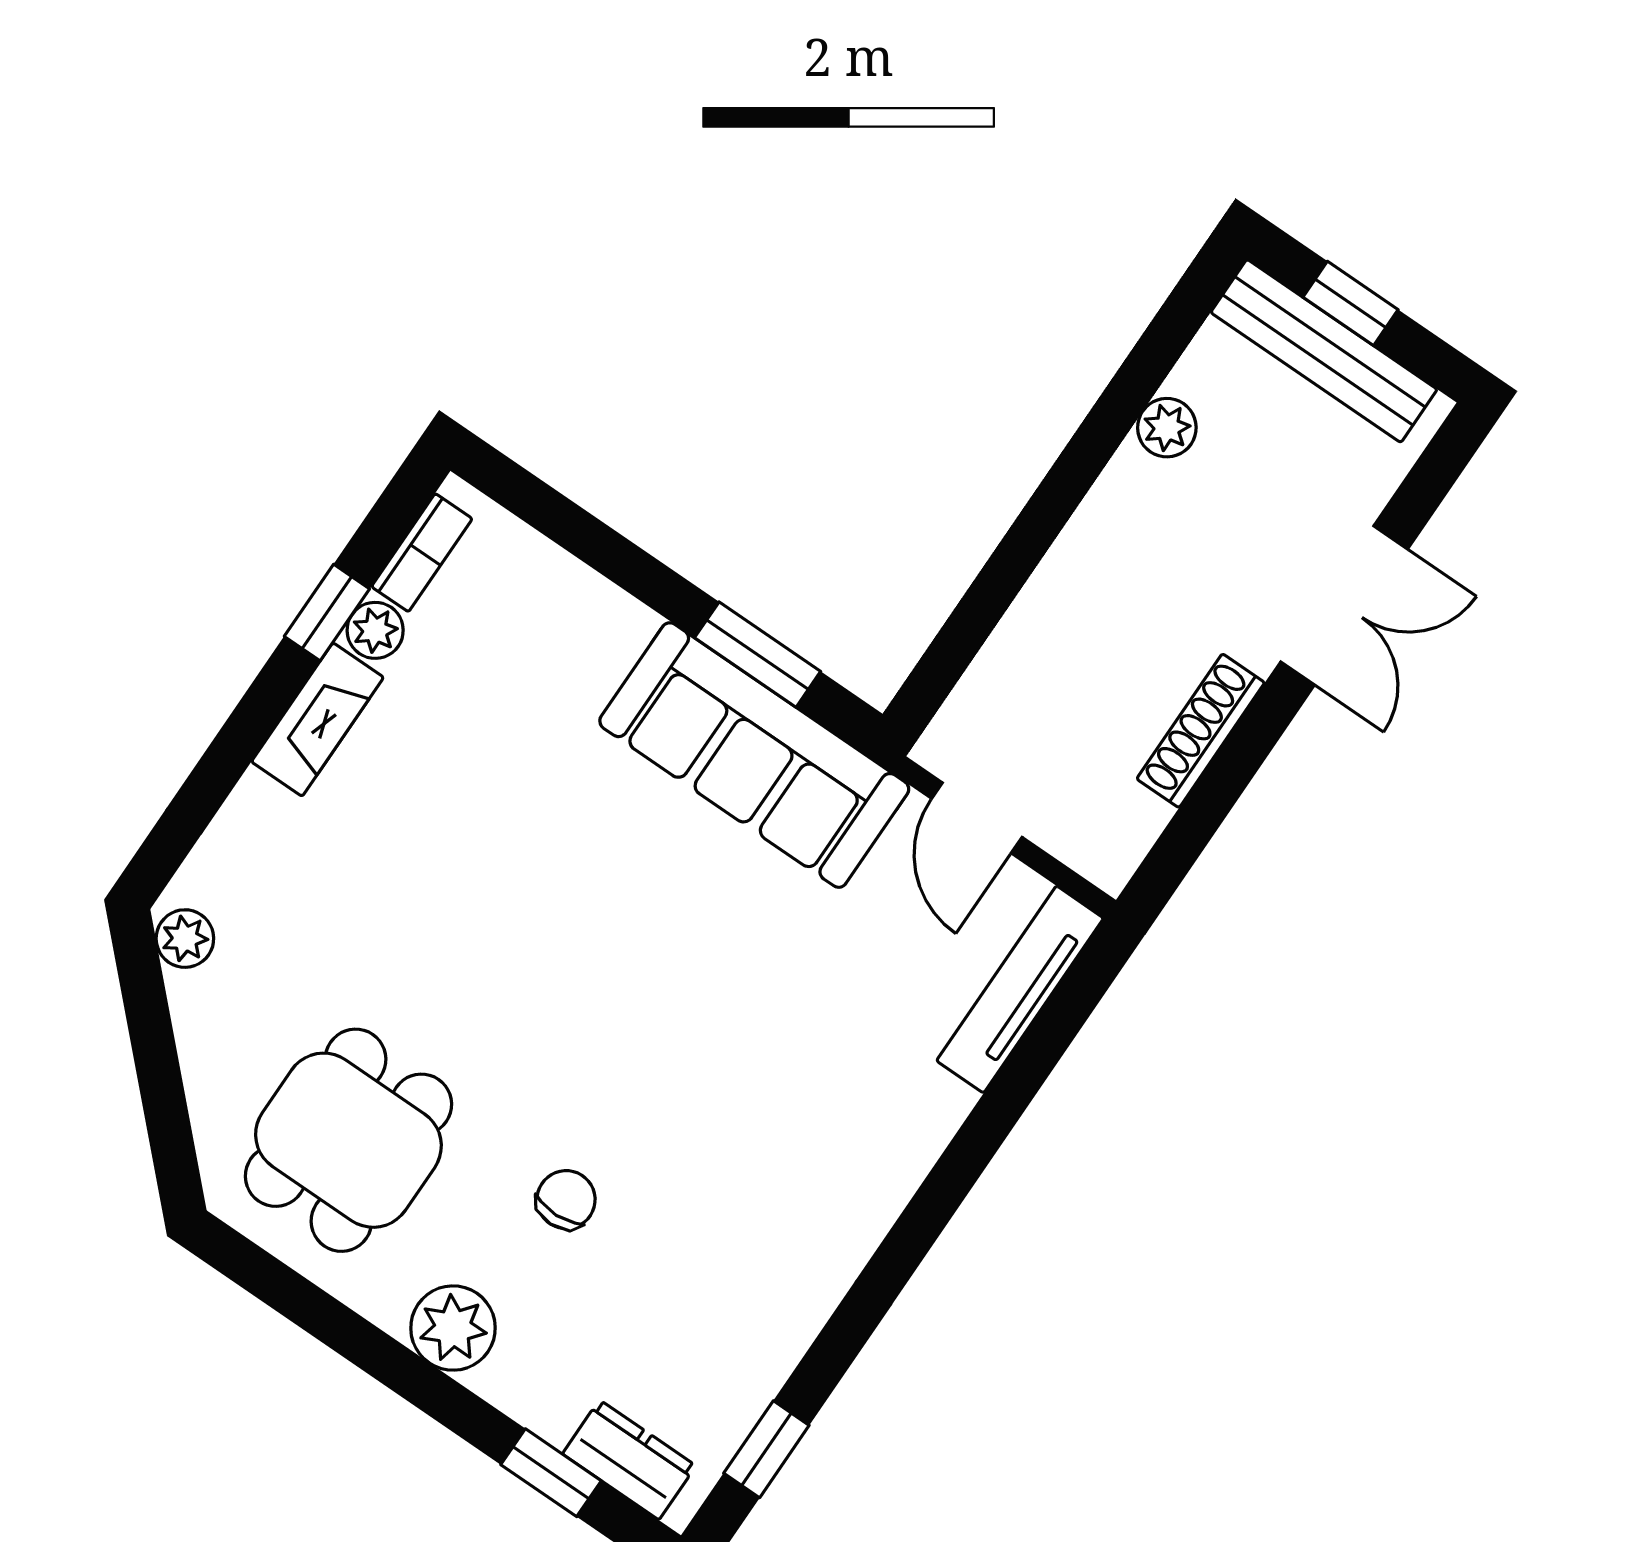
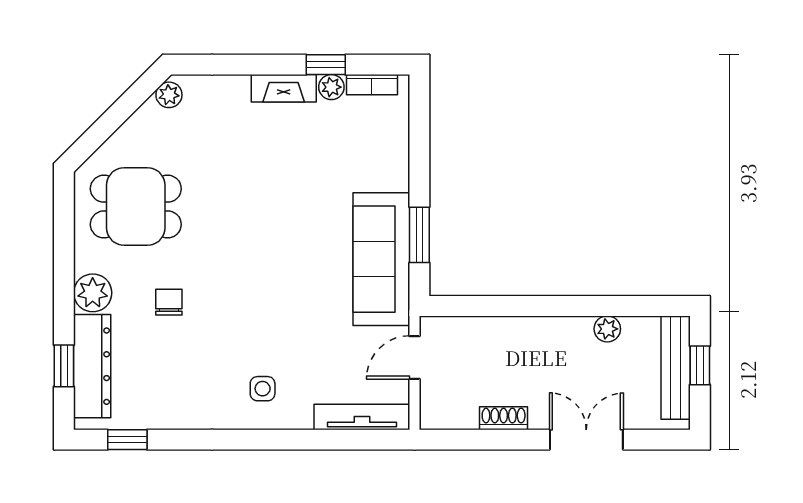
double door: (1344, 605) -> (586, 440), swing flipped
shoe rack: (1201, 731) -> (504, 418), width x0.70
side table: (843, 1136) -> (263, 389), added
chair: (566, 1200) -> (169, 302), turned -88
dresser: (629, 1460) -> (92, 366), width x1.96, depth x1.24

